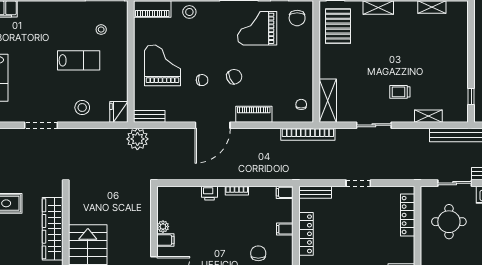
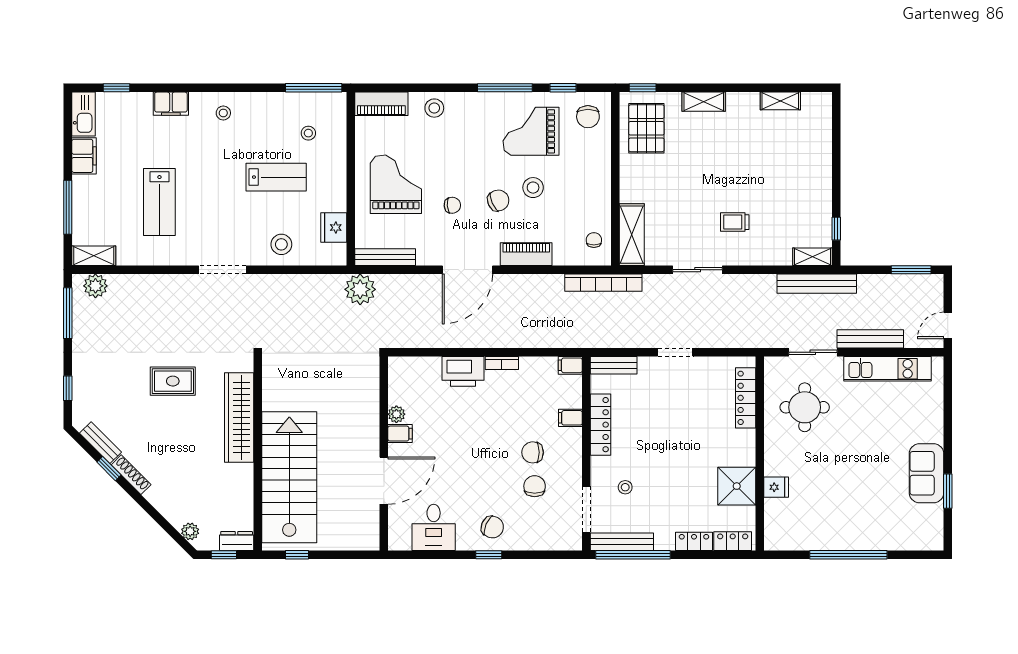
stool: (42, 15) -> (223, 113), added
stool: (259, 68) -> (533, 188), added
fridge: (119, 112) -> (334, 228), moved
bench: (149, 116) -> (385, 257), width x1.36
shelving: (428, 116) -> (812, 257), moved
printer: (210, 193) -> (463, 371), width x1.87, depth x1.48
chair: (258, 253) -> (533, 452), turned -90

